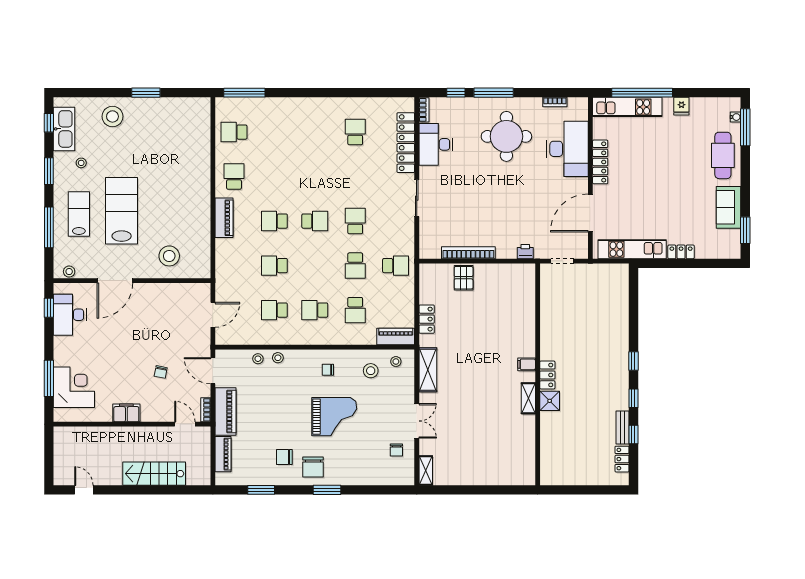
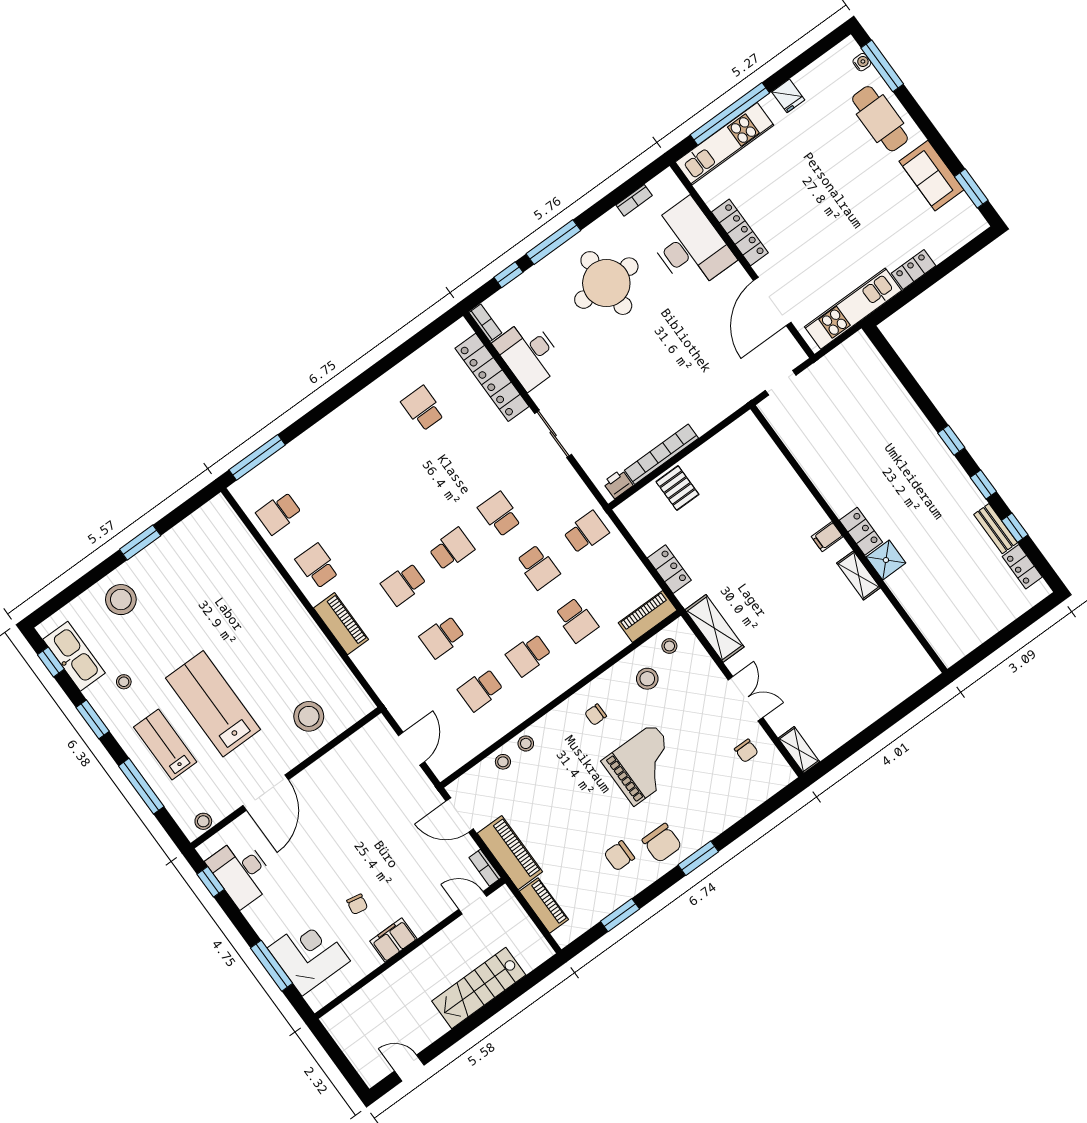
printer: (525, 252) -> (618, 484), moved
chair: (161, 372) -> (357, 904), moved

